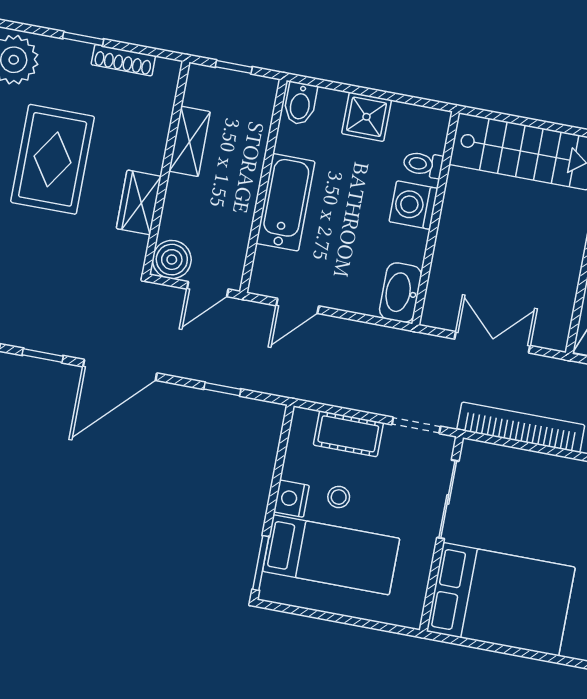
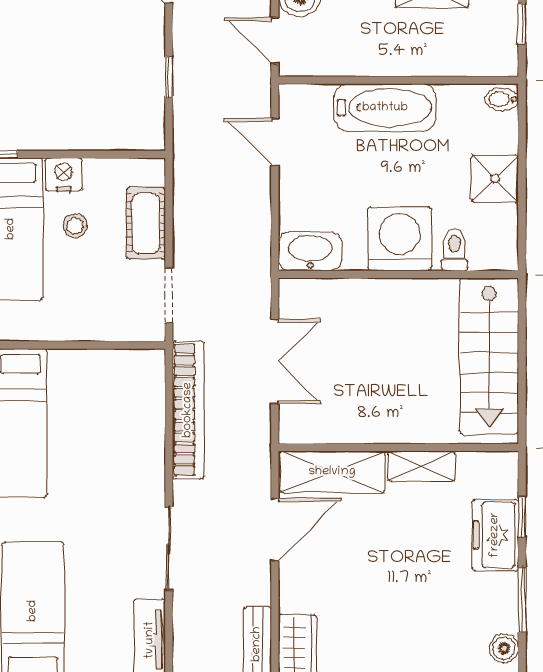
bidet: (300, 104) -> (502, 99), width x0.72, depth x0.74
washing machine: (413, 205) -> (400, 239), width x1.37, depth x1.37
sliding door: (448, 499) -> (95, 345), removed

